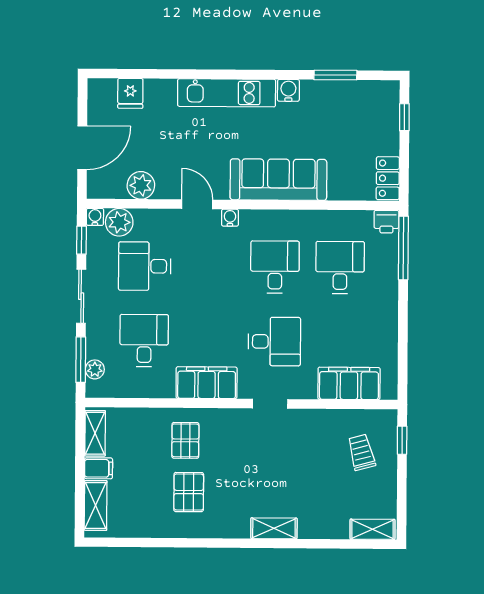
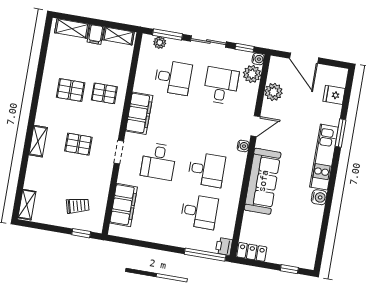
window: (335, 75) -> (340, 133), moved
pallet: (268, 467) -> (78, 144), added

